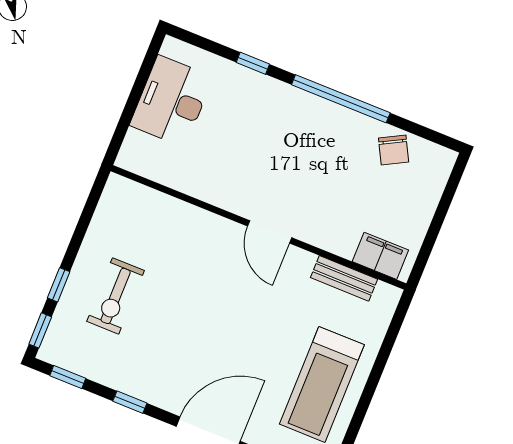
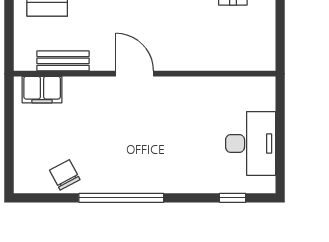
window: (253, 63) -> (233, 198), moved

